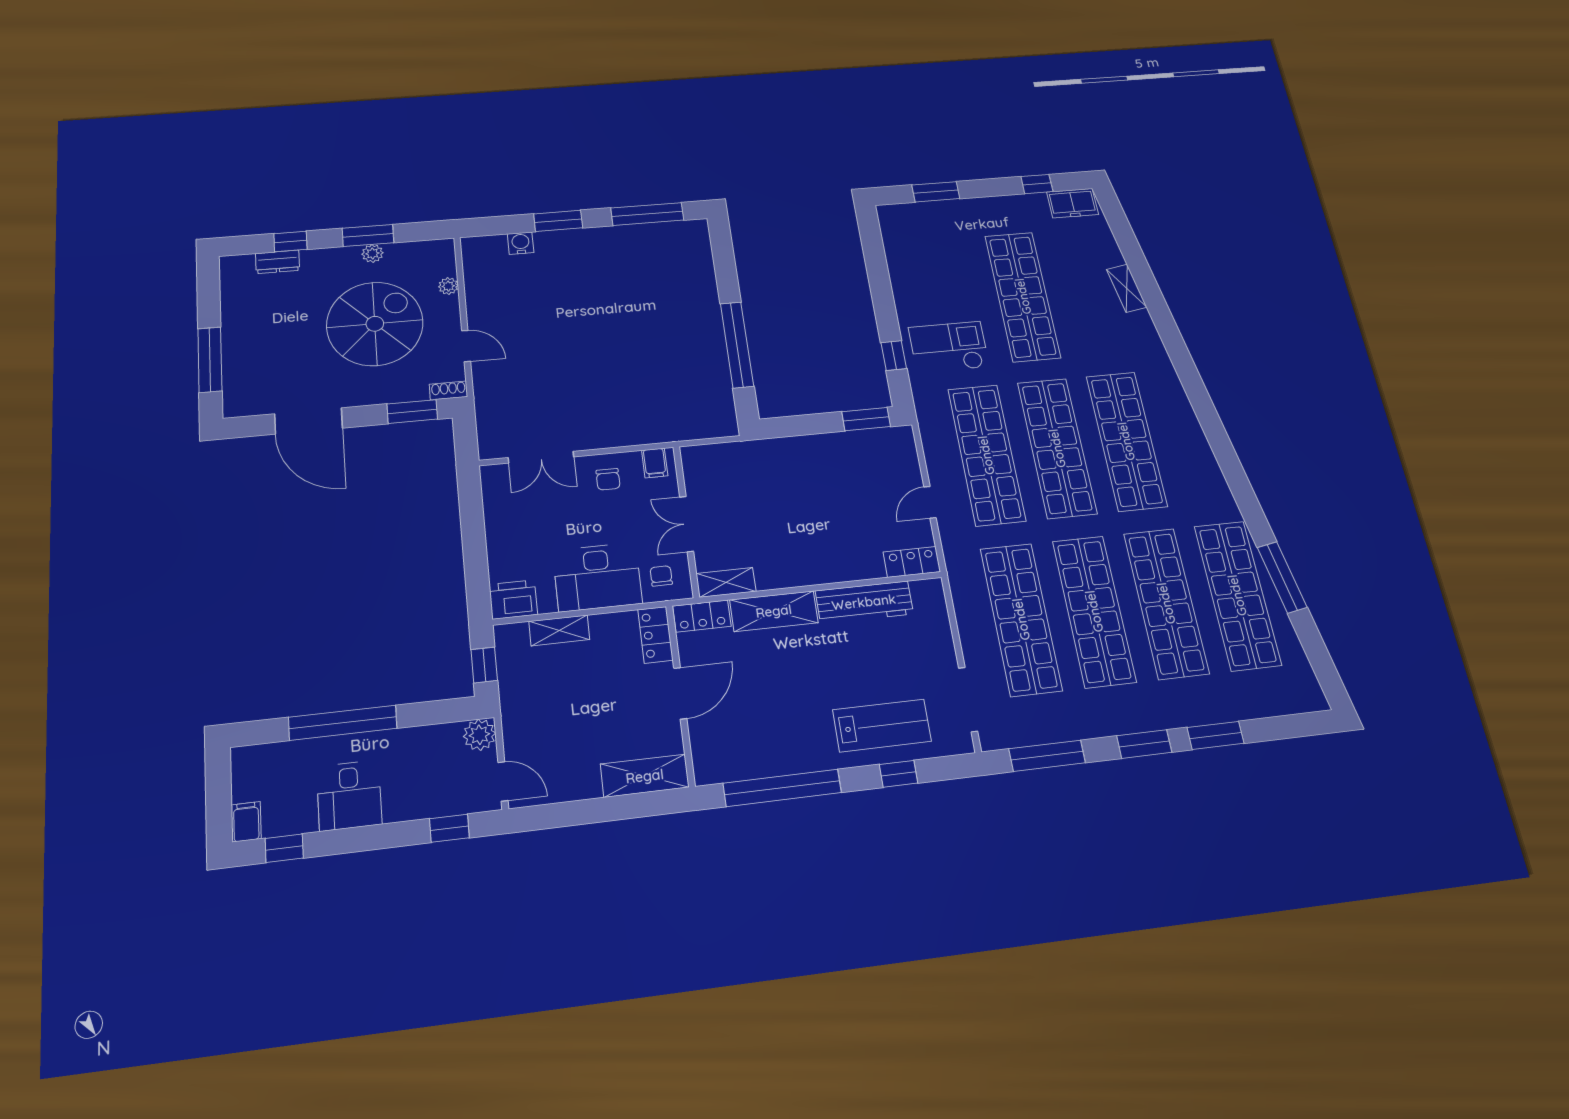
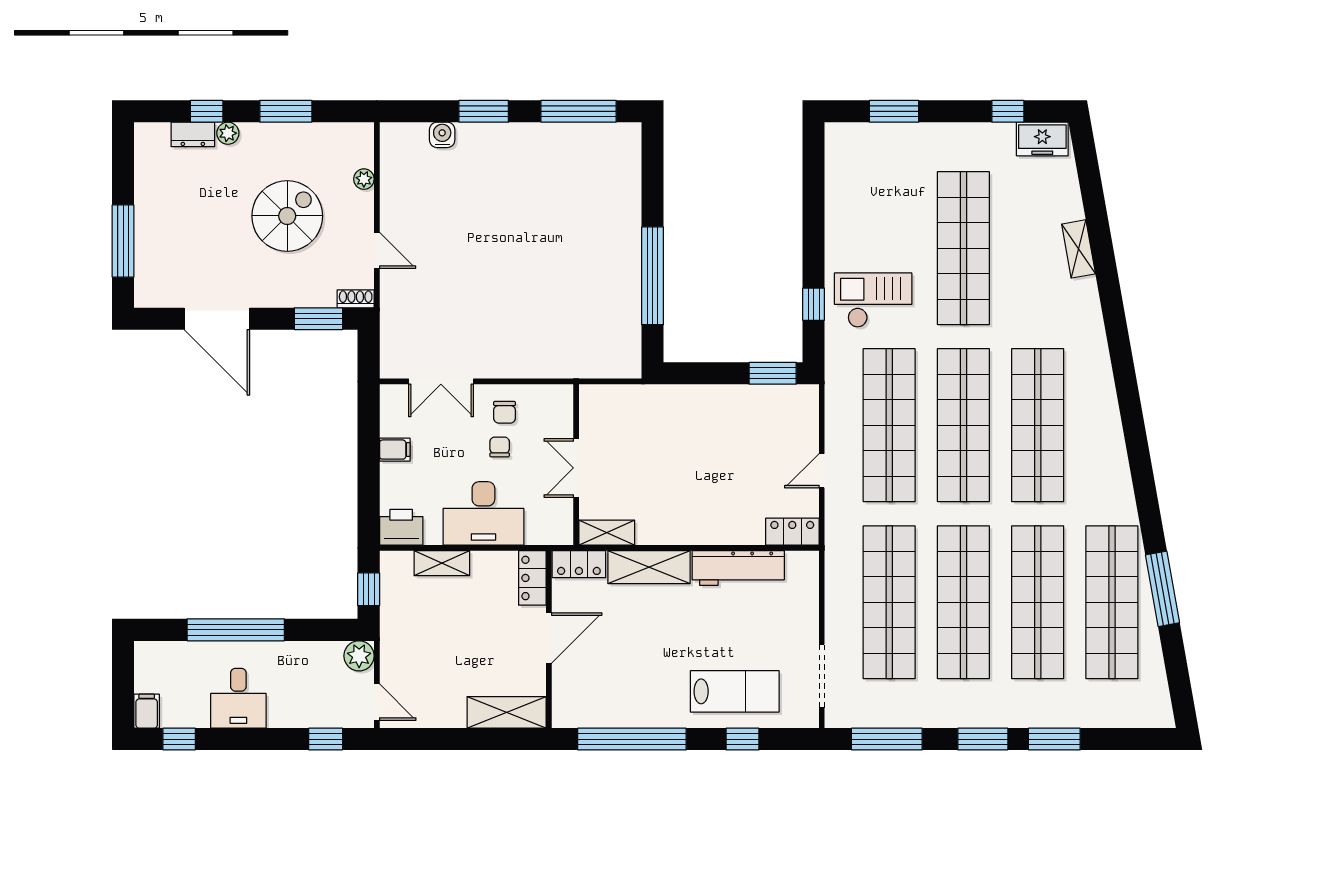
plant: (372, 253) -> (228, 133), moved
spiral stairs: (375, 324) -> (287, 216), width x0.73, depth x0.73
filing cabinet: (655, 463) -> (395, 450), moved, turned -90
chair: (661, 576) -> (500, 447), moved

